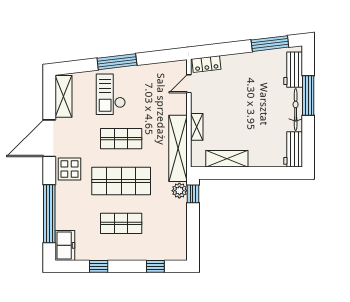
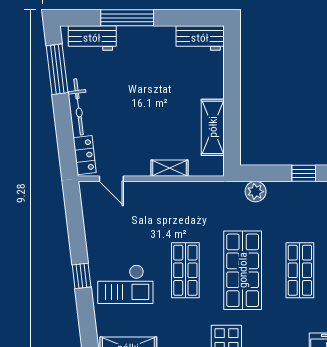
window: (117, 62) -> (82, 276), width x0.46
bicycle: (296, 110) -> (78, 107), moved, turned -97
shelving: (178, 148) -> (199, 193), removed
window: (193, 194) -> (304, 173), moved

